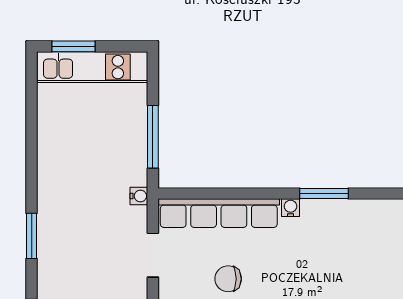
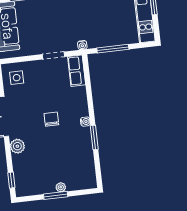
row of seats: (219, 213) -> (77, 71), width x0.50
chair: (228, 279) -> (51, 119), moved

